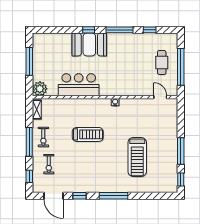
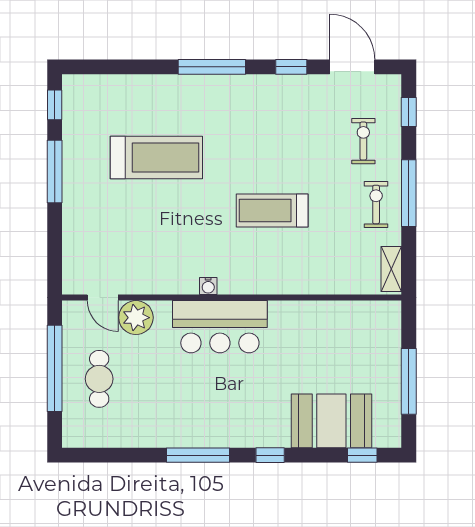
window: (150, 30) -> (362, 455), moved
booth: (89, 45) -> (331, 421), moved
bar counter: (79, 85) -> (220, 327), moved
plant: (40, 89) -> (136, 318), moved
treadmill: (137, 157) -> (156, 158), turned 90

